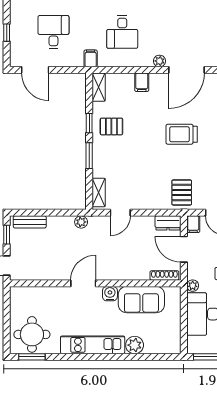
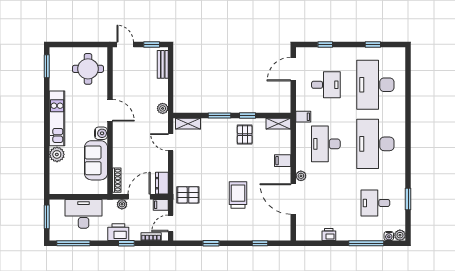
desk: (122, 32) -> (326, 144), width x1.37
plant: (193, 286) -> (122, 204), moved
round table: (32, 334) -> (88, 69), moved

